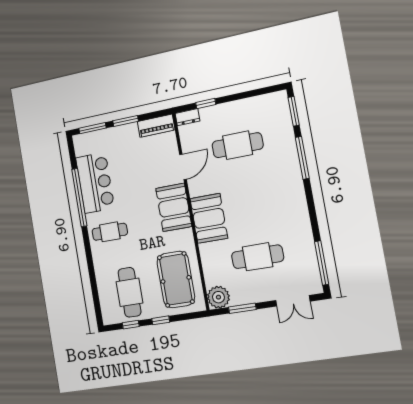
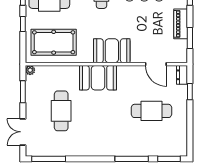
window: (126, 121) -> (190, 38), moved
piano: (156, 126) -> (181, 24), moved
cafe table: (238, 145) -> (151, 111), turned 90
door: (183, 167) -> (156, 64), moved
plant: (218, 297) -> (30, 70), width x0.53, depth x0.53

